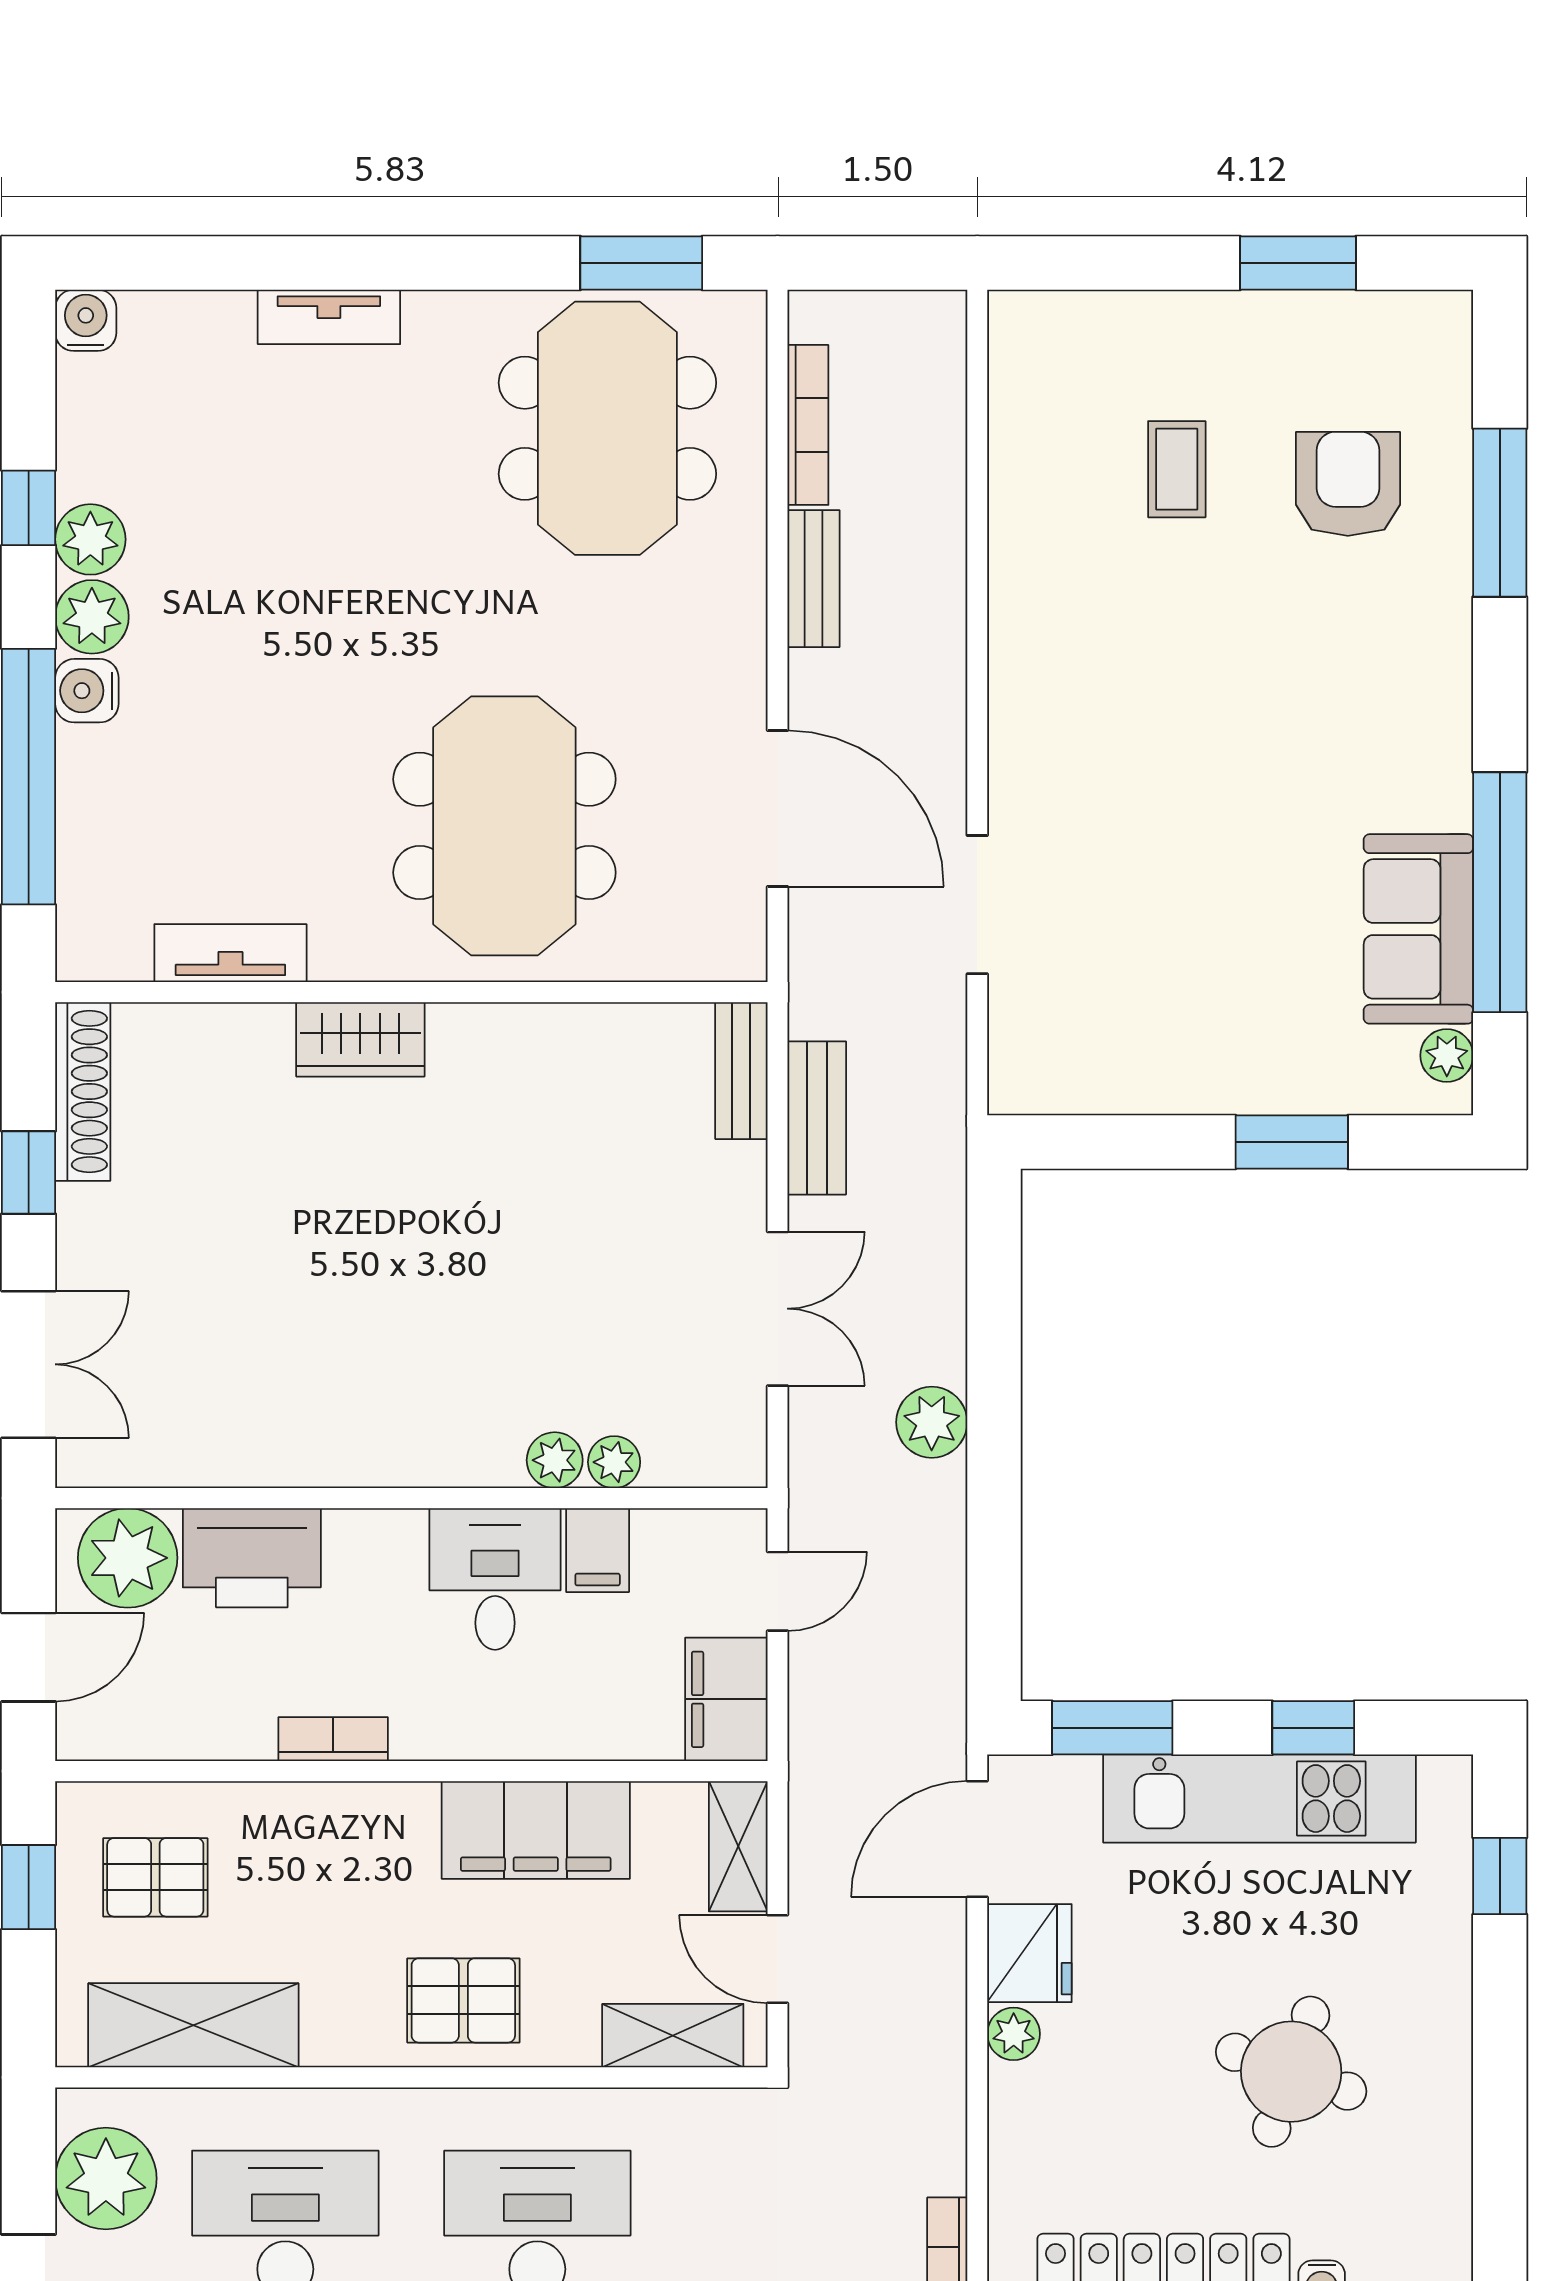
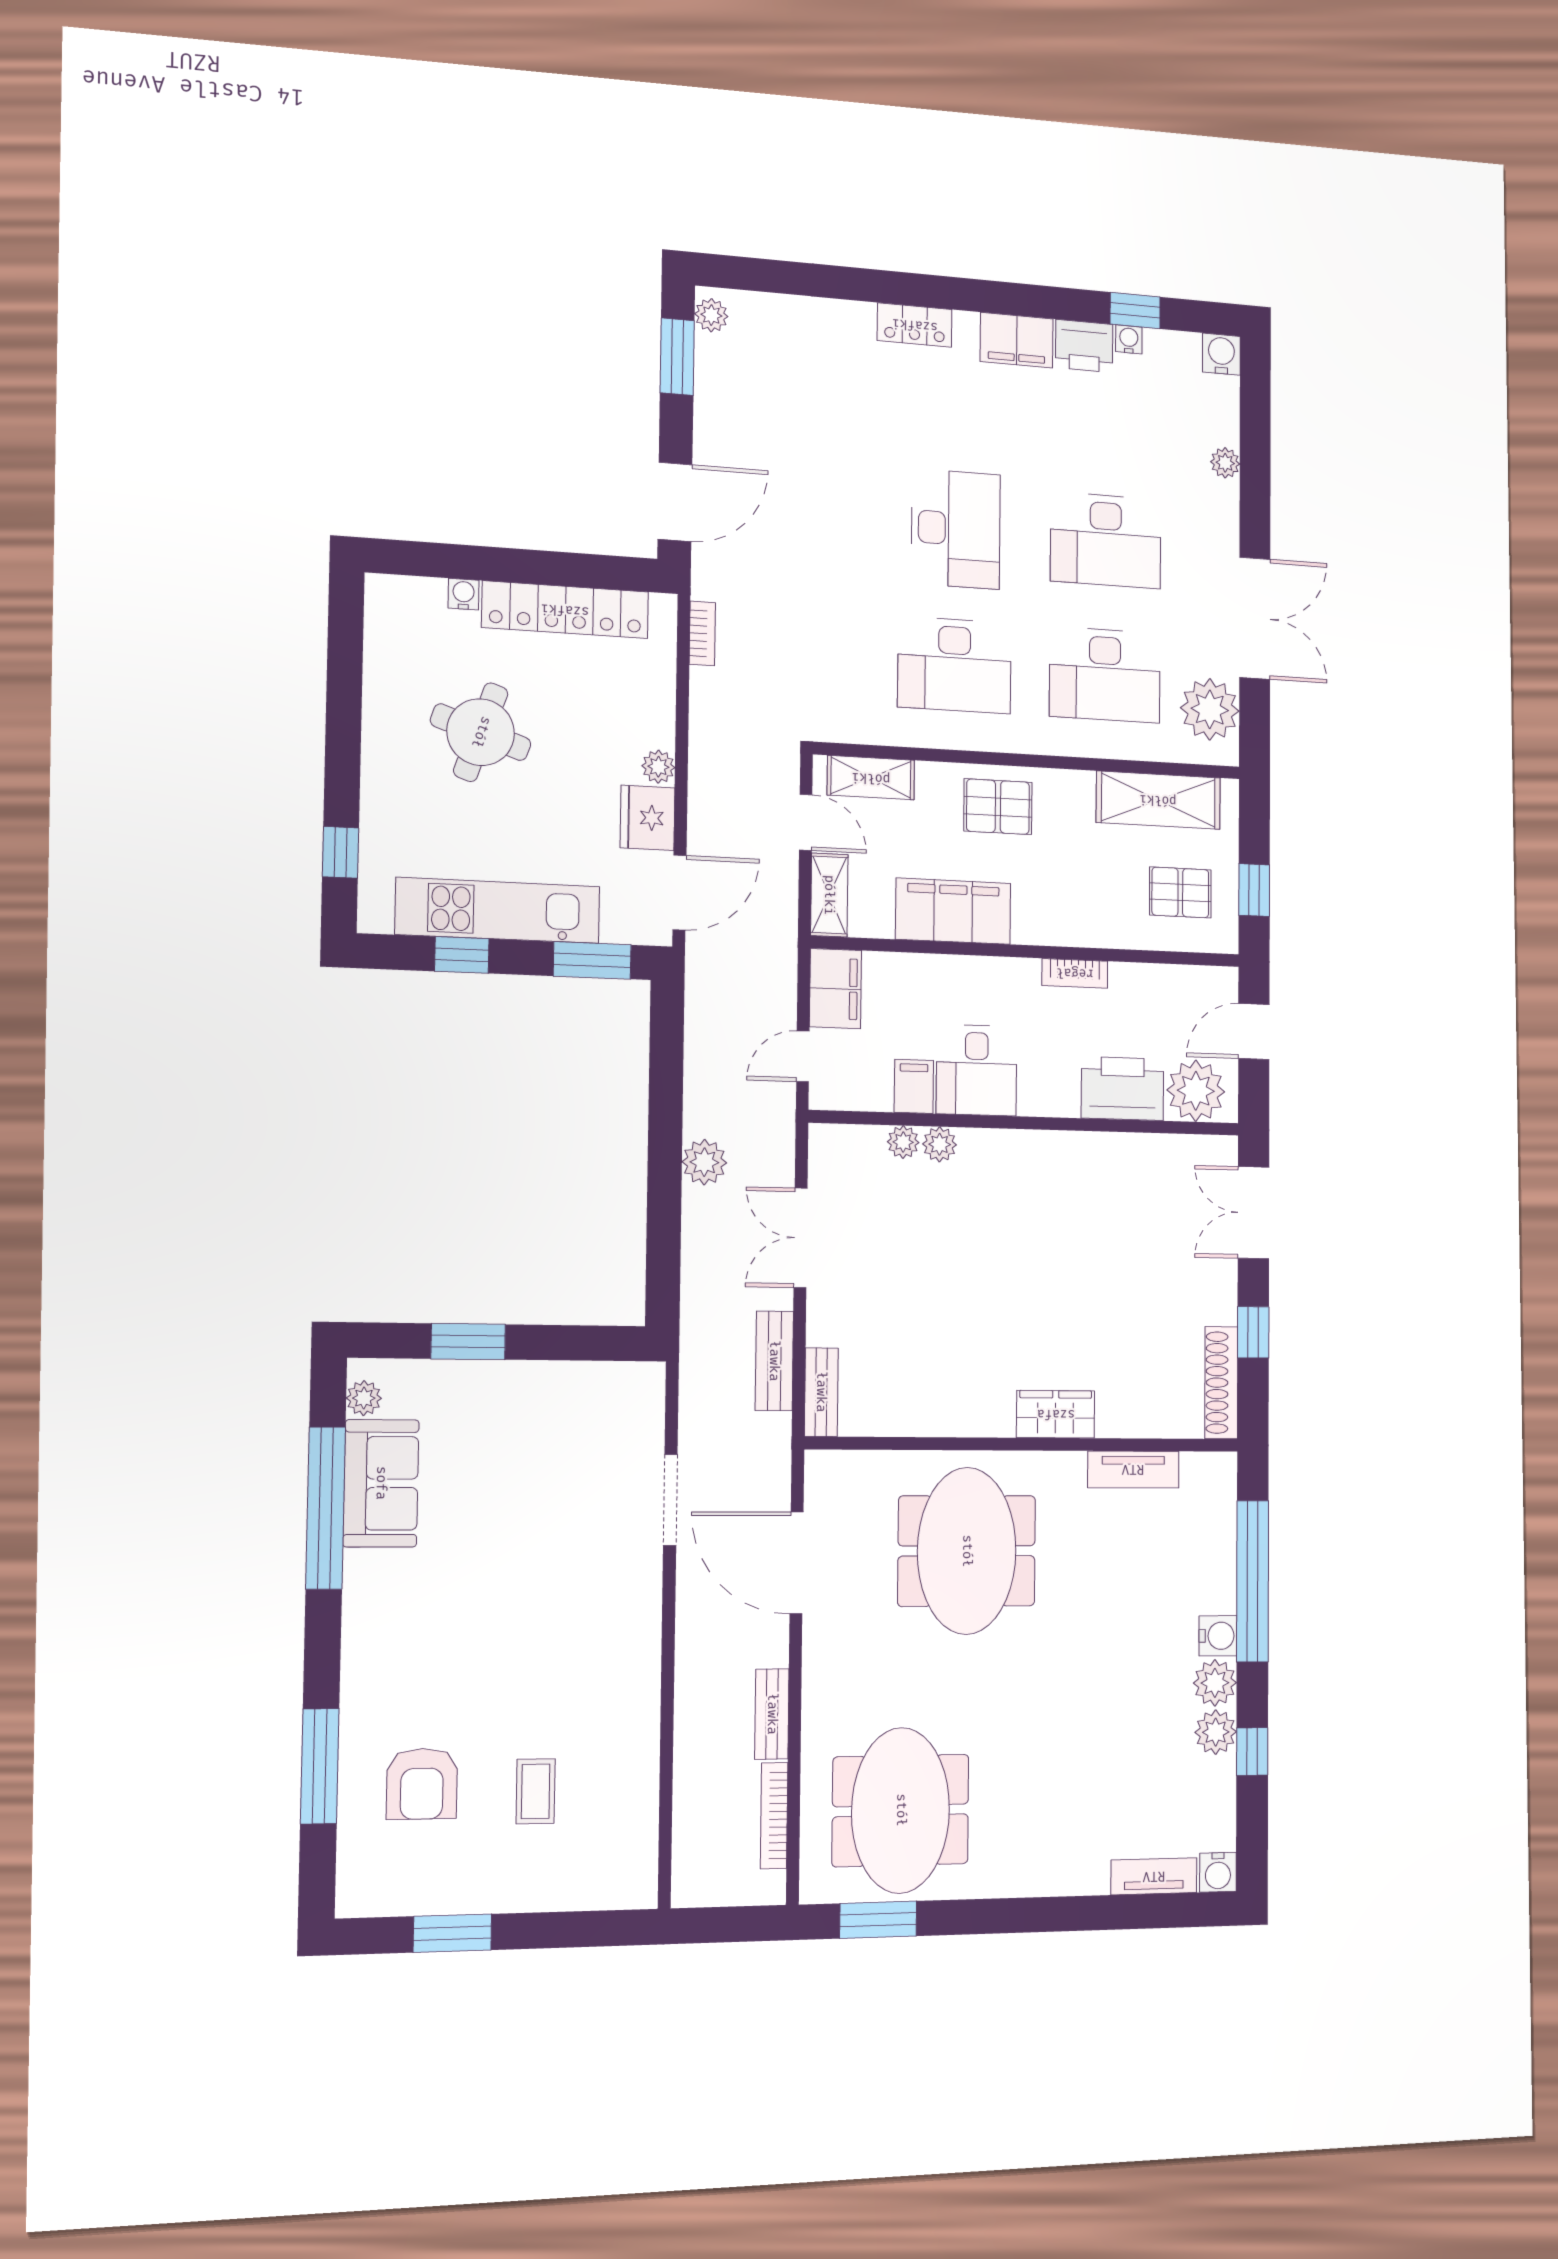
tv unit: (329, 317) -> (1154, 1876), moved

